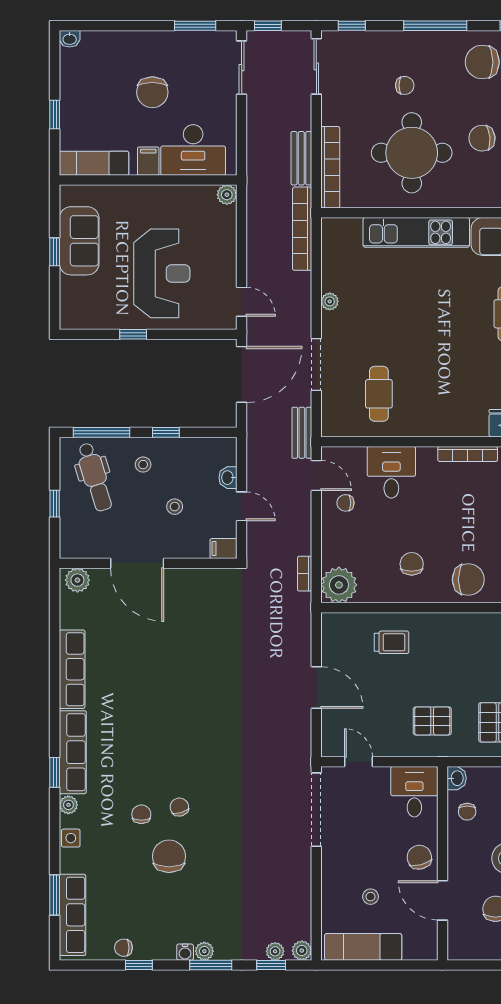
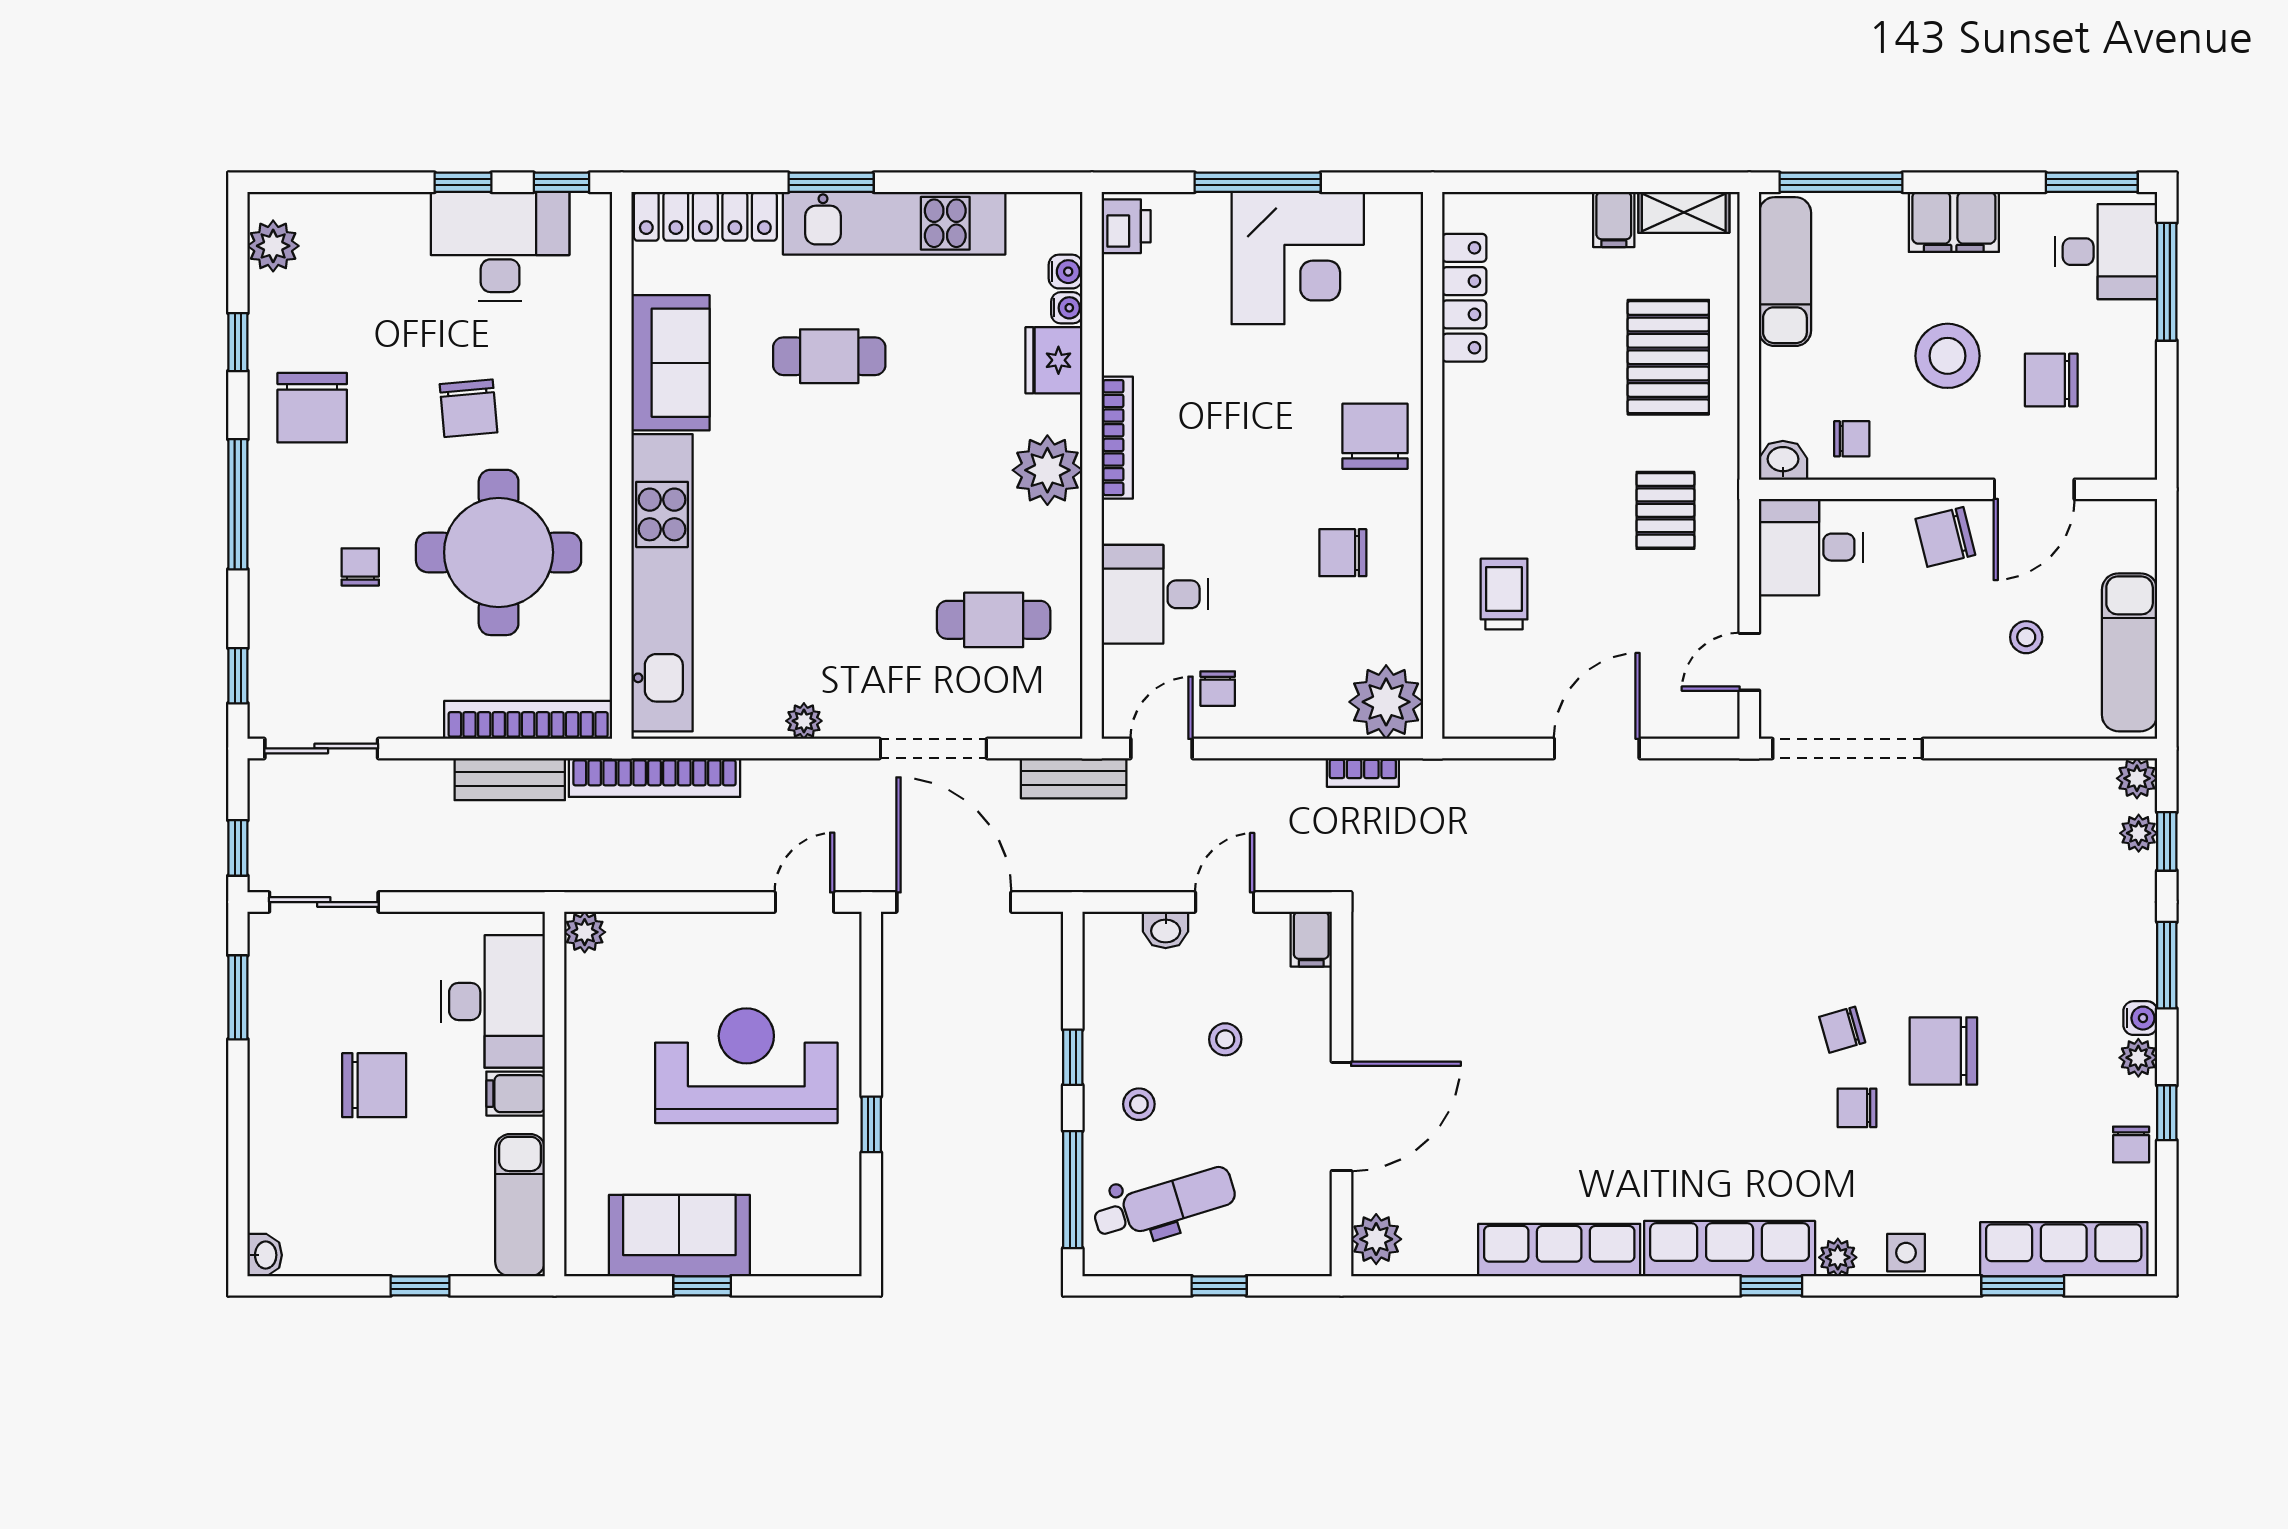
kitchen unit: (416, 232) -> (662, 583), width x1.36
plant: (452, 420) -> (1047, 470), added
plant: (204, 951) -> (2138, 1058), moved

